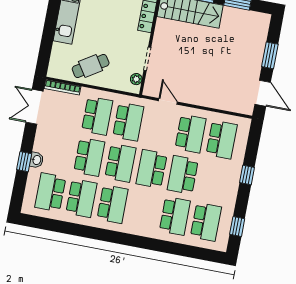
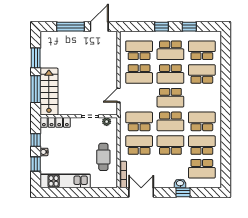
window: (270, 55) -> (70, 27), width x1.44
cafe table: (91, 66) -> (103, 157), turned 33
double door: (35, 107) -> (141, 192), swing flipped
school desk: (191, 134) -> (139, 74), turned 180
school desk: (120, 163) -> (170, 121), turned 180
school desk: (214, 181) -> (170, 50), added
window: (237, 227) -> (189, 27), moved

